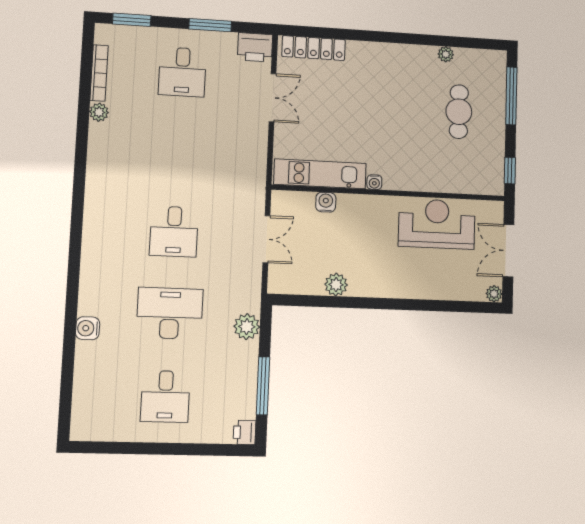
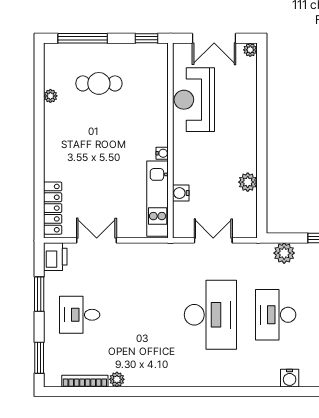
desk: (182, 72) -> (80, 315), turned 180
desk: (174, 232) -> (210, 315), width x1.87, depth x1.30

